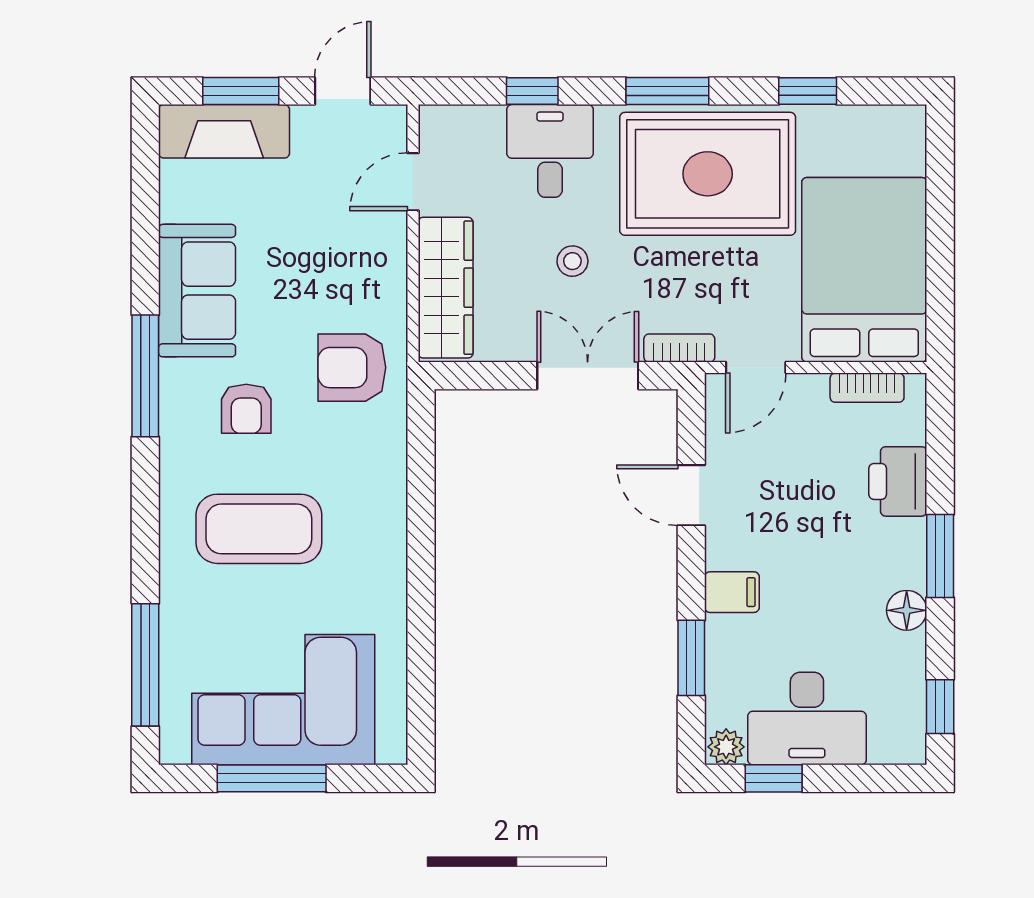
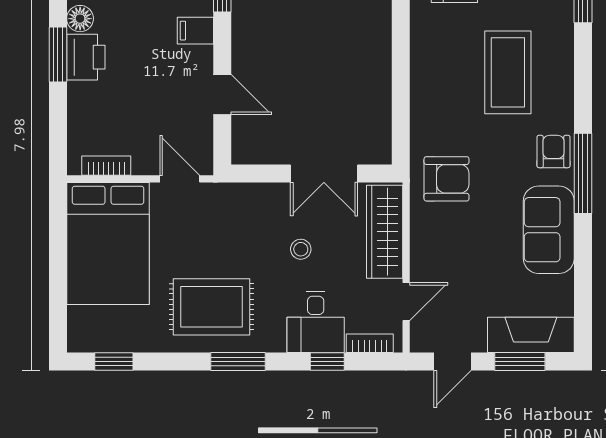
window: (808, 91) -> (114, 362), moved
rug: (708, 174) -> (212, 307), width x0.73, depth x0.69
bookcase: (679, 348) -> (370, 343), moved, turned 180
door: (756, 368) -> (180, 179), hinge flipped
double door: (588, 376) -> (324, 174), moved
armchair: (246, 409) -> (553, 151), moved
printer: (898, 481) -> (86, 57), moved
coffee table: (259, 529) -> (508, 72), turned 90

